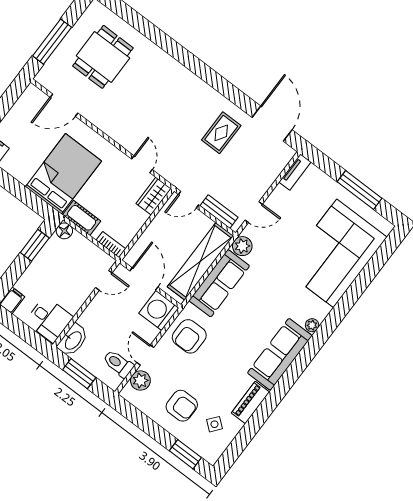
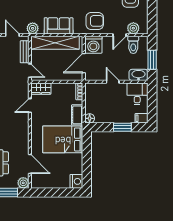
plant: (46, 77) -> (23, 183), added
window: (35, 245) -> (122, 127), moved
door: (104, 280) -> (113, 82), moved
sofa: (219, 283) -> (59, 26), width x0.73

